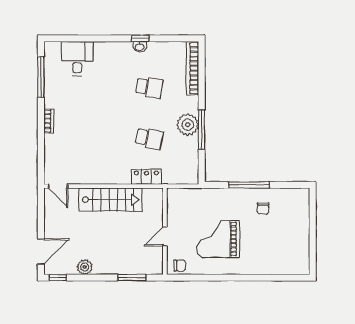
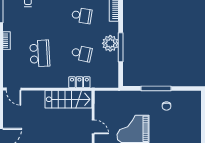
school desk: (93, 138) -> (40, 53), added
stairs: (110, 200) -> (69, 99), moved
door: (165, 237) -> (93, 127), swing flipped

